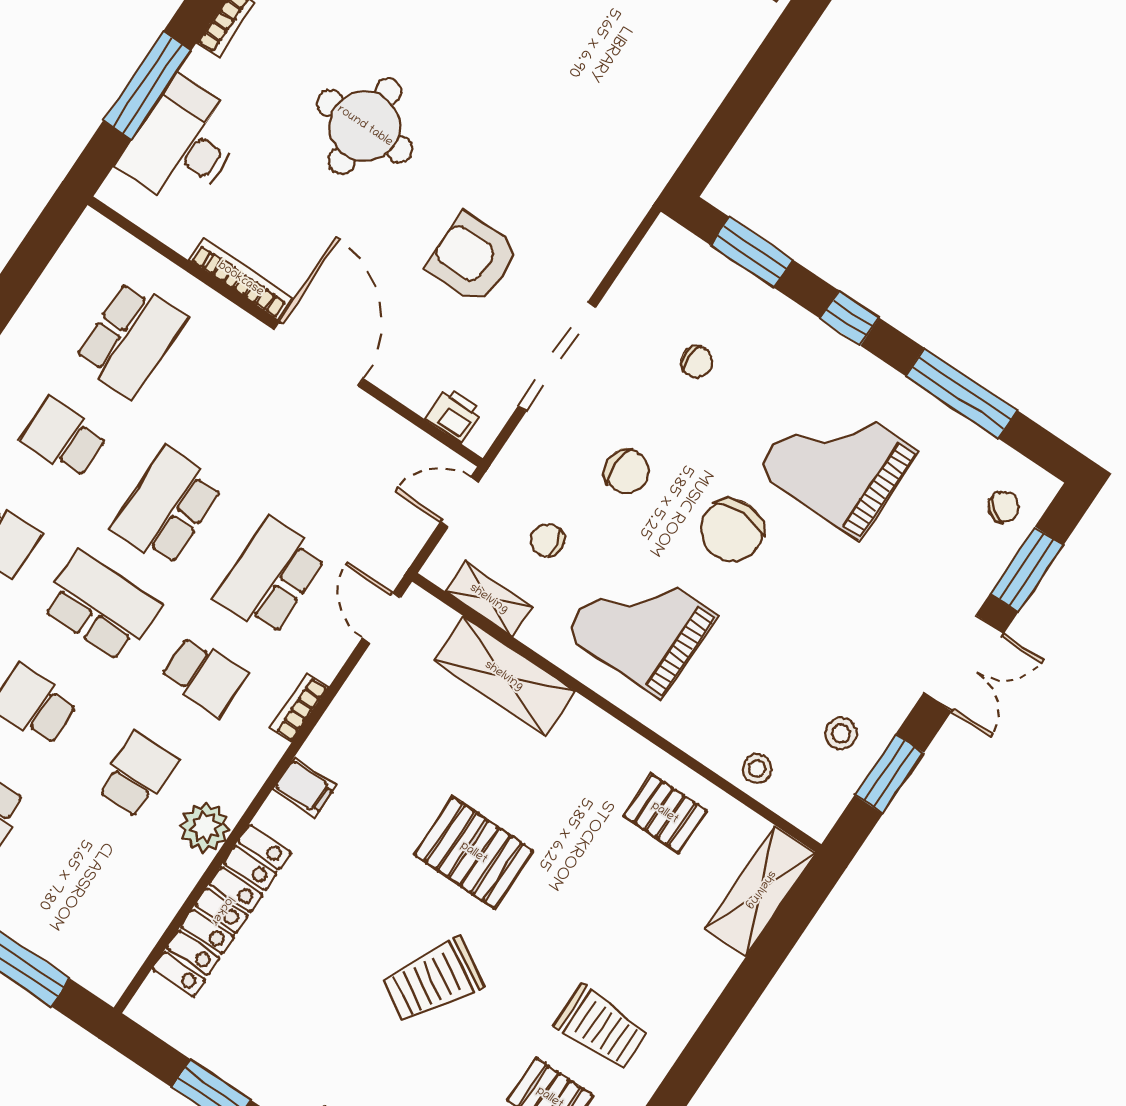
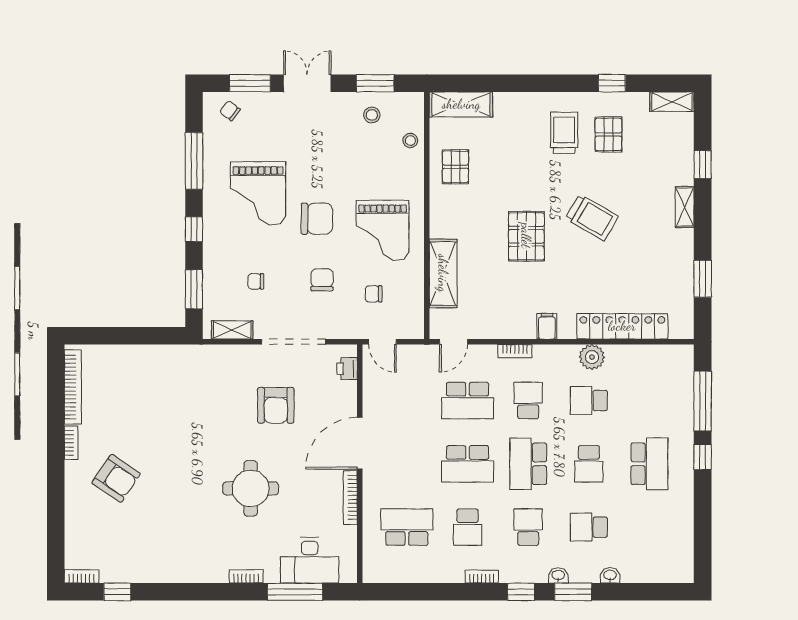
chair: (697, 362) -> (256, 281), turned -90
chair: (547, 540) -> (374, 294), turned 98
shelving: (489, 599) -> (232, 330), moved, turned 90

